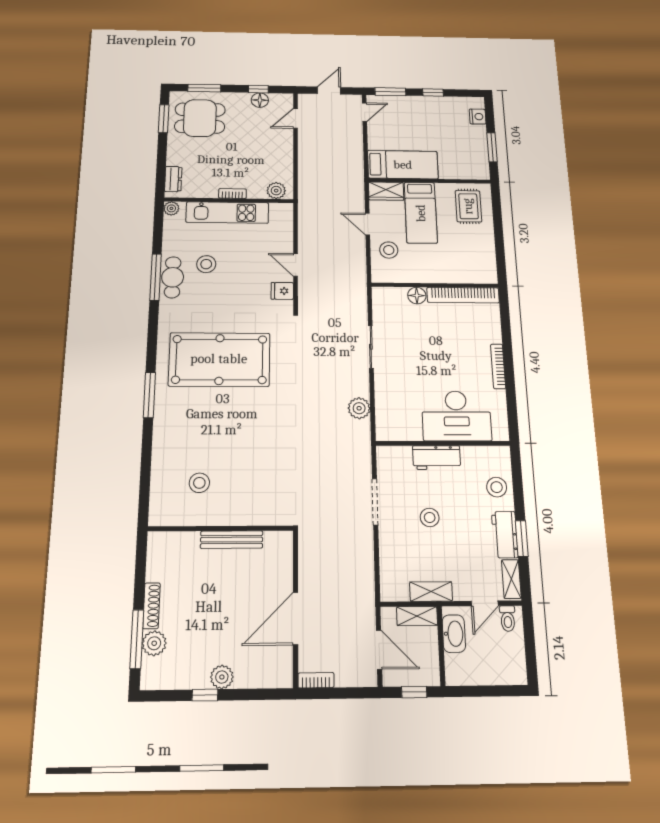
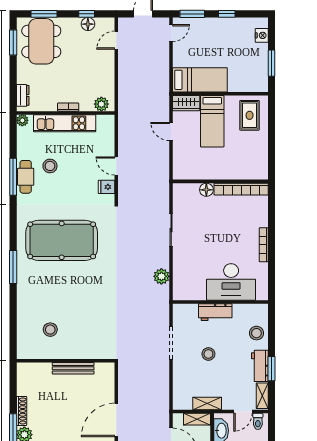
dining table: (200, 118) -> (41, 41), width x1.38
stool: (389, 250) -> (187, 153), removed

